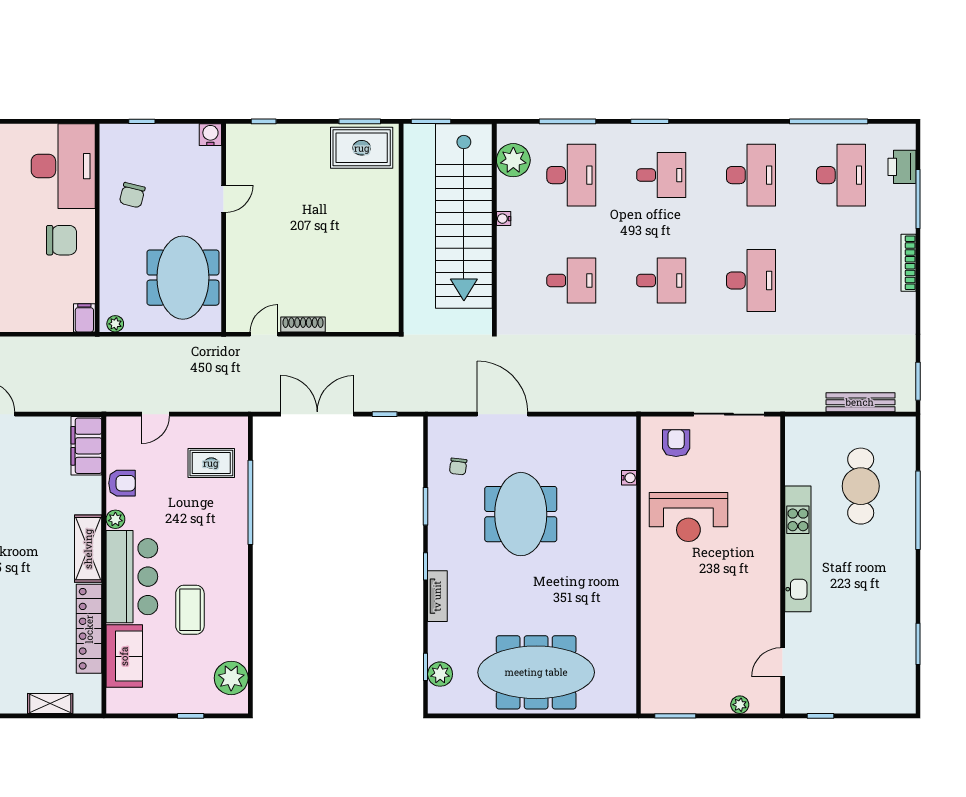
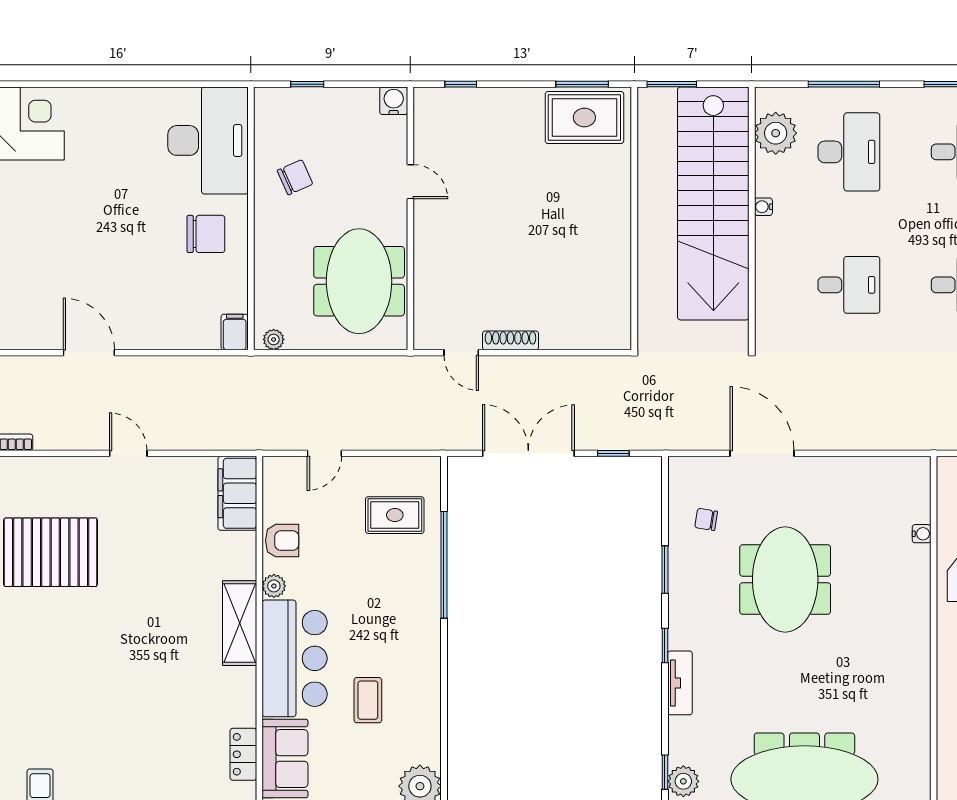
chair: (132, 195) -> (295, 177), turned -128
door: (224, 199) -> (410, 182), hinge flipped
door: (264, 334) -> (461, 353), swing flipped
chair: (458, 466) -> (706, 519), turned 92
coffee table: (190, 610) -> (368, 700), width x0.73, depth x0.77
locker: (89, 629) -> (243, 754), width x0.46, depth x0.83

